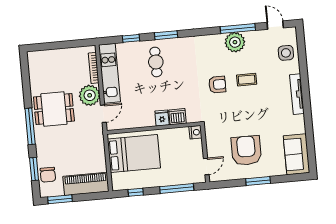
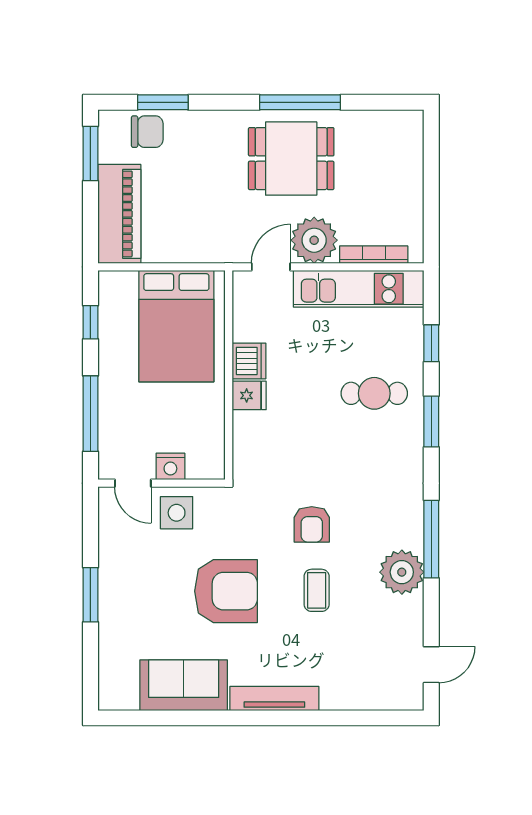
window: (238, 29) -> (431, 539), moved
side table: (286, 53) -> (177, 513), moved
dining table: (54, 109) -> (291, 159), turned 90
door: (103, 114) -> (271, 267), swing flipped
dishwasher: (177, 117) -> (249, 361), moved
window: (30, 126) -> (300, 102), moved
nightstand: (195, 132) -> (170, 466), moved
armchair: (246, 150) -> (226, 591), moved
sofa: (297, 154) -> (184, 685), moved
chair: (48, 175) -> (147, 132), turned 180

